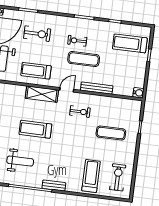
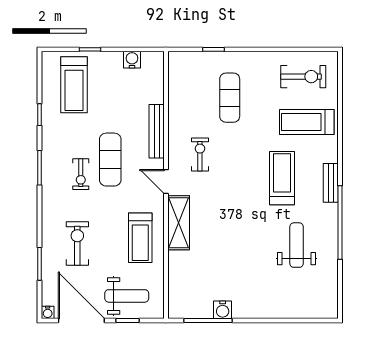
water cooler: (138, 93) -> (132, 60), moved
treadmill: (35, 129) -> (282, 178), moved, turned 180
exercise bike: (118, 177) -> (303, 77), turned 180

